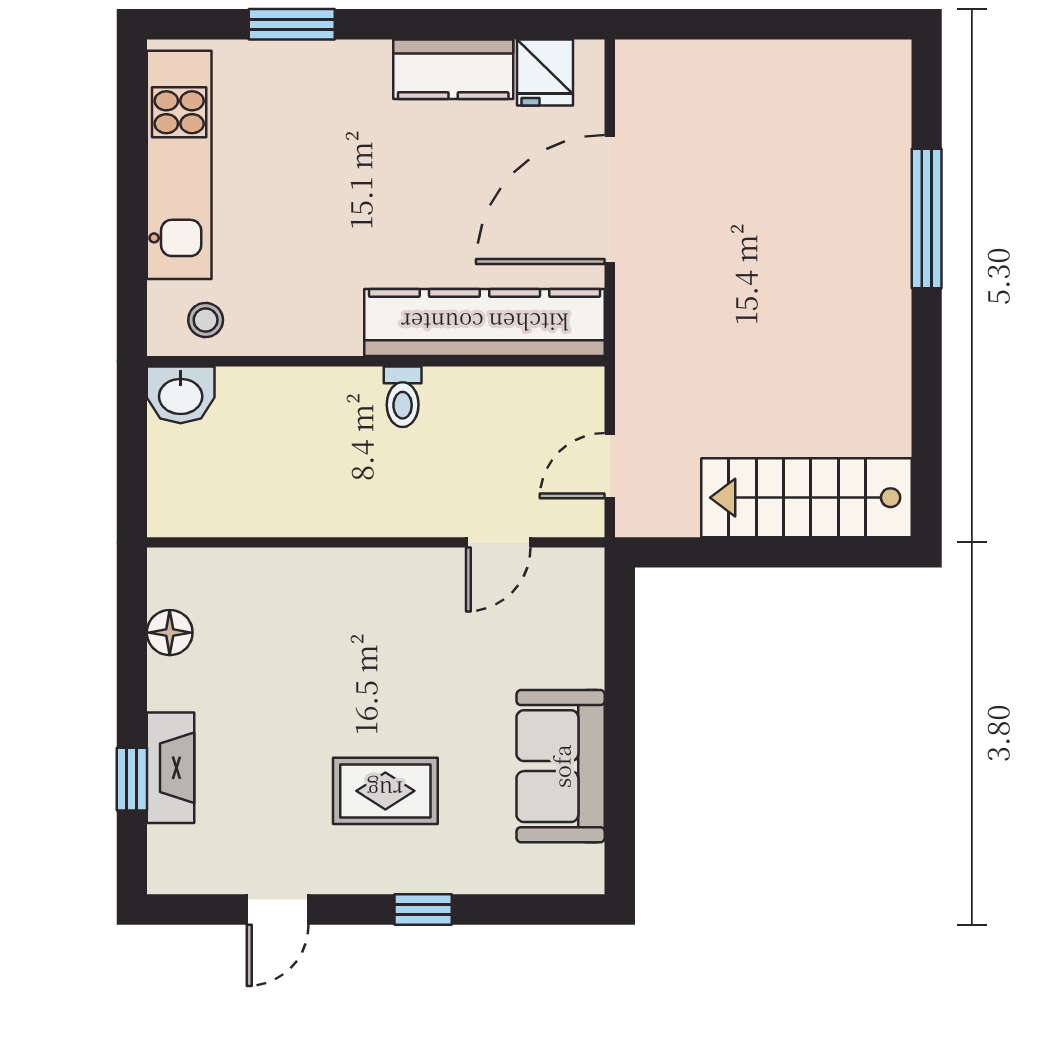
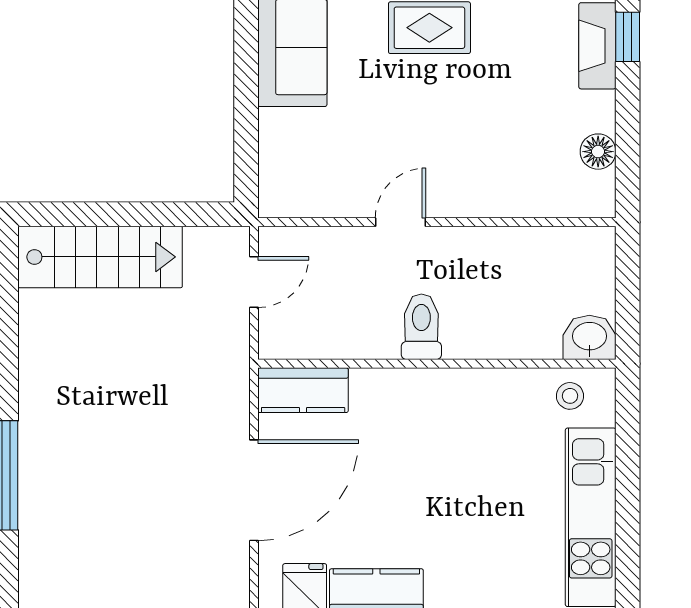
kitchen counter: (485, 323) -> (303, 390), width x0.48, depth x0.86
toilet: (403, 397) -> (421, 327), width x1.37, depth x1.39
door: (498, 542) -> (400, 222), moved

